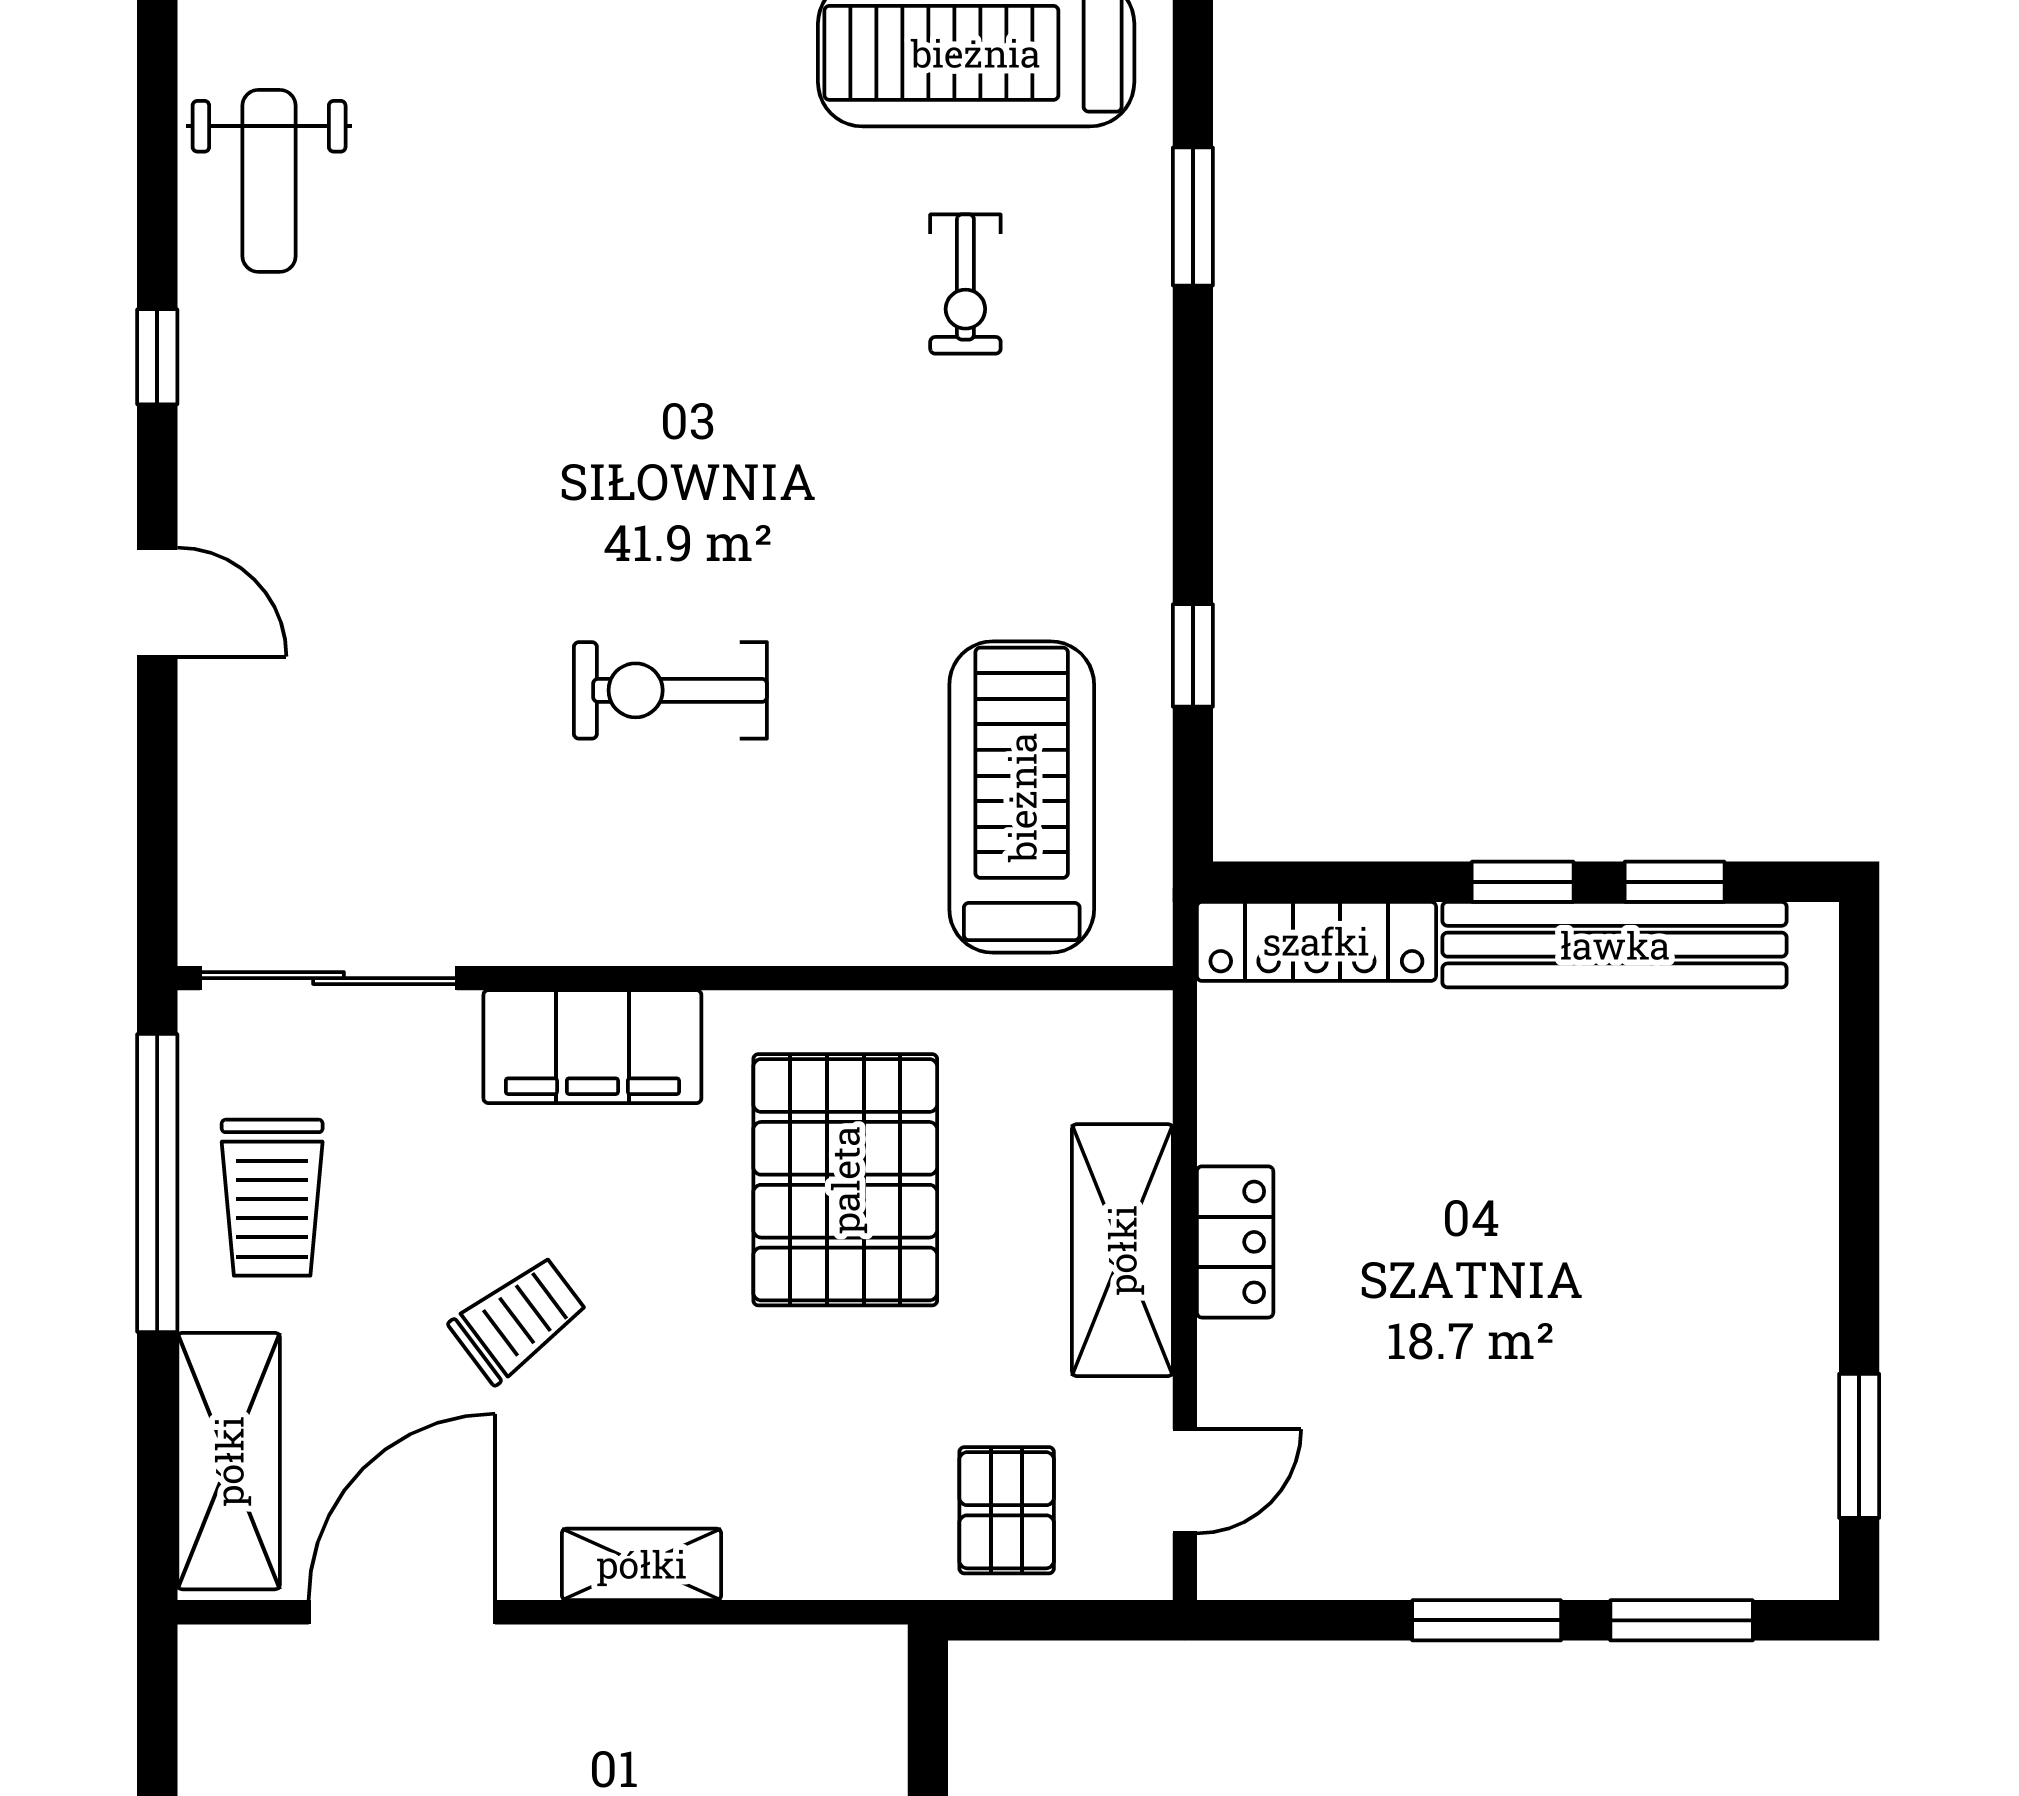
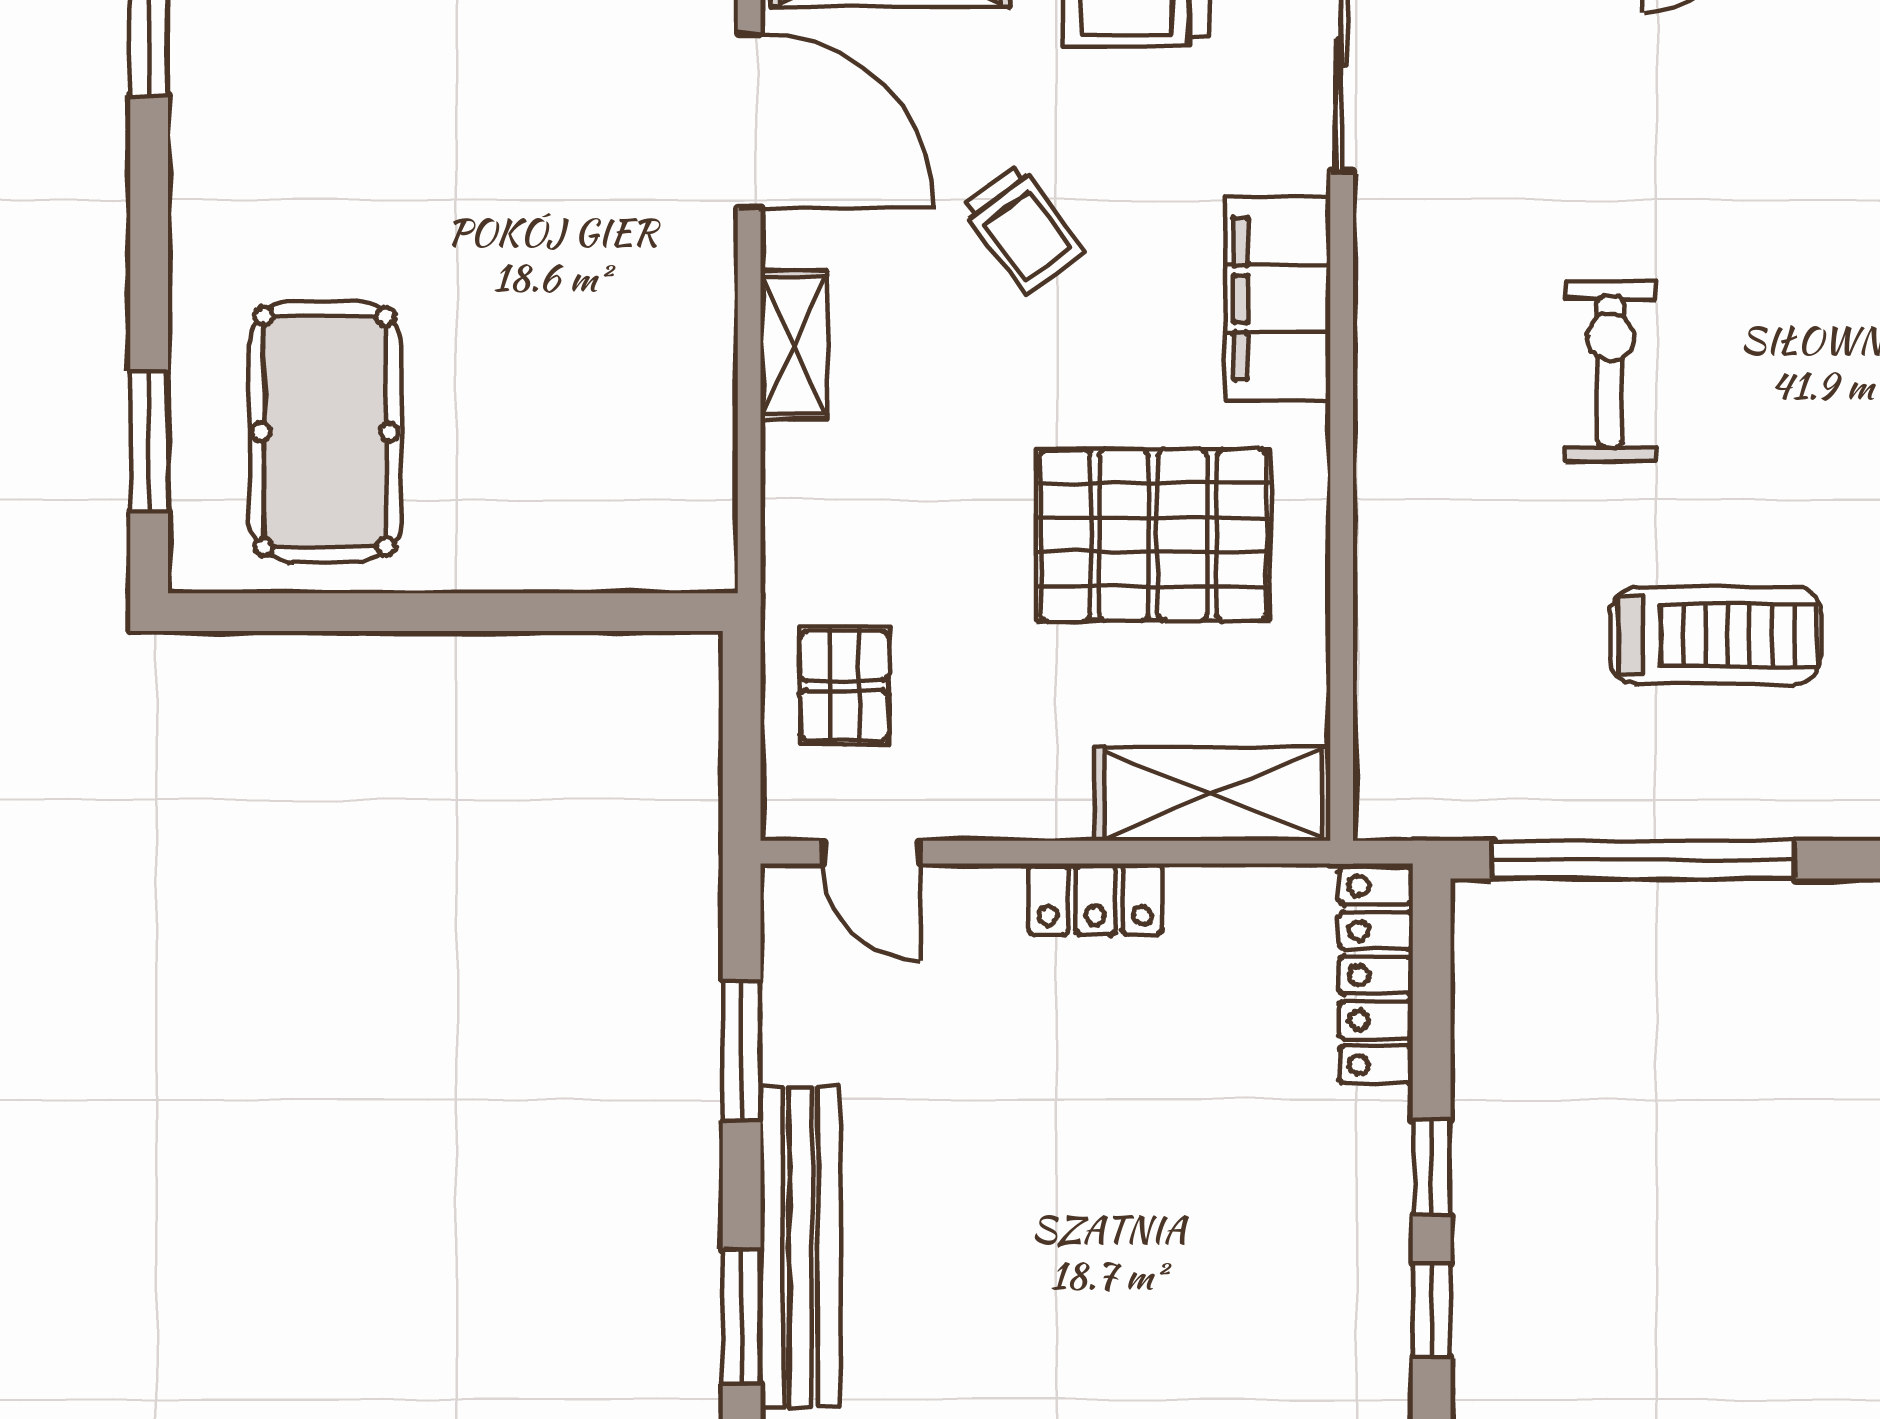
window: (1193, 655) -> (1643, 860), width x3.17
treadmill: (1022, 797) -> (1715, 635), moved, width x0.73, depth x0.73
bench: (1615, 945) -> (800, 1247), moved
shelving: (1122, 1250) -> (1213, 794), moved
pallet: (1007, 1510) -> (844, 686), turned 90
window: (1487, 1620) -> (742, 1051), moved

